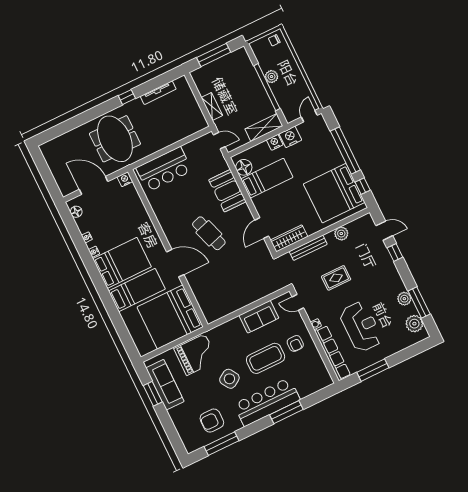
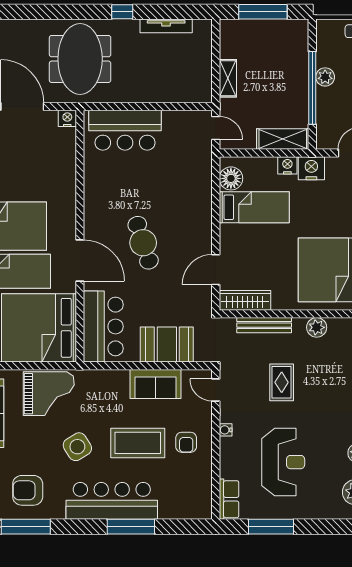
booth: (227, 191) -> (167, 344), moved, turned 90
rug: (336, 278) -> (282, 382), turned 90
bar counter: (209, 297) -> (103, 326), added
row of seats: (333, 353) -> (229, 499), width x0.50

